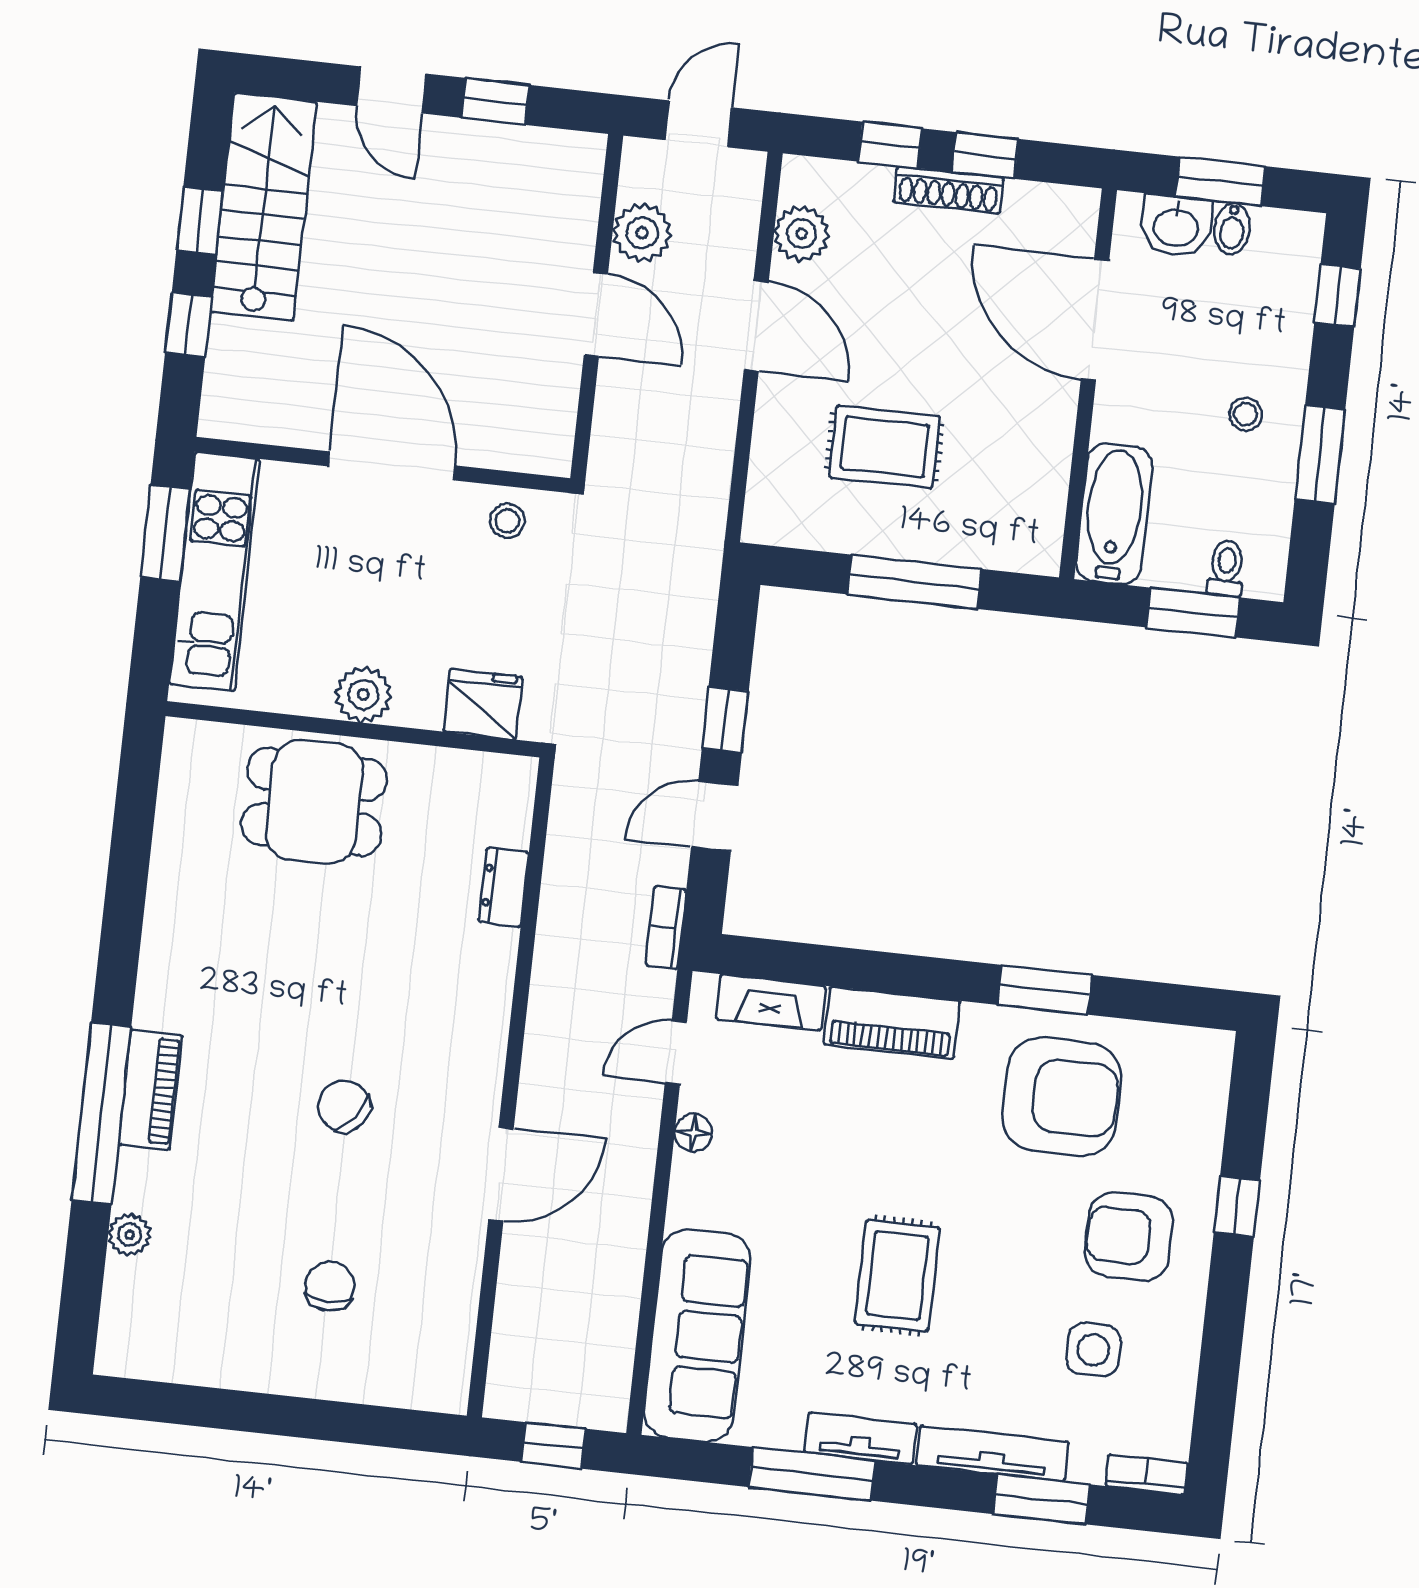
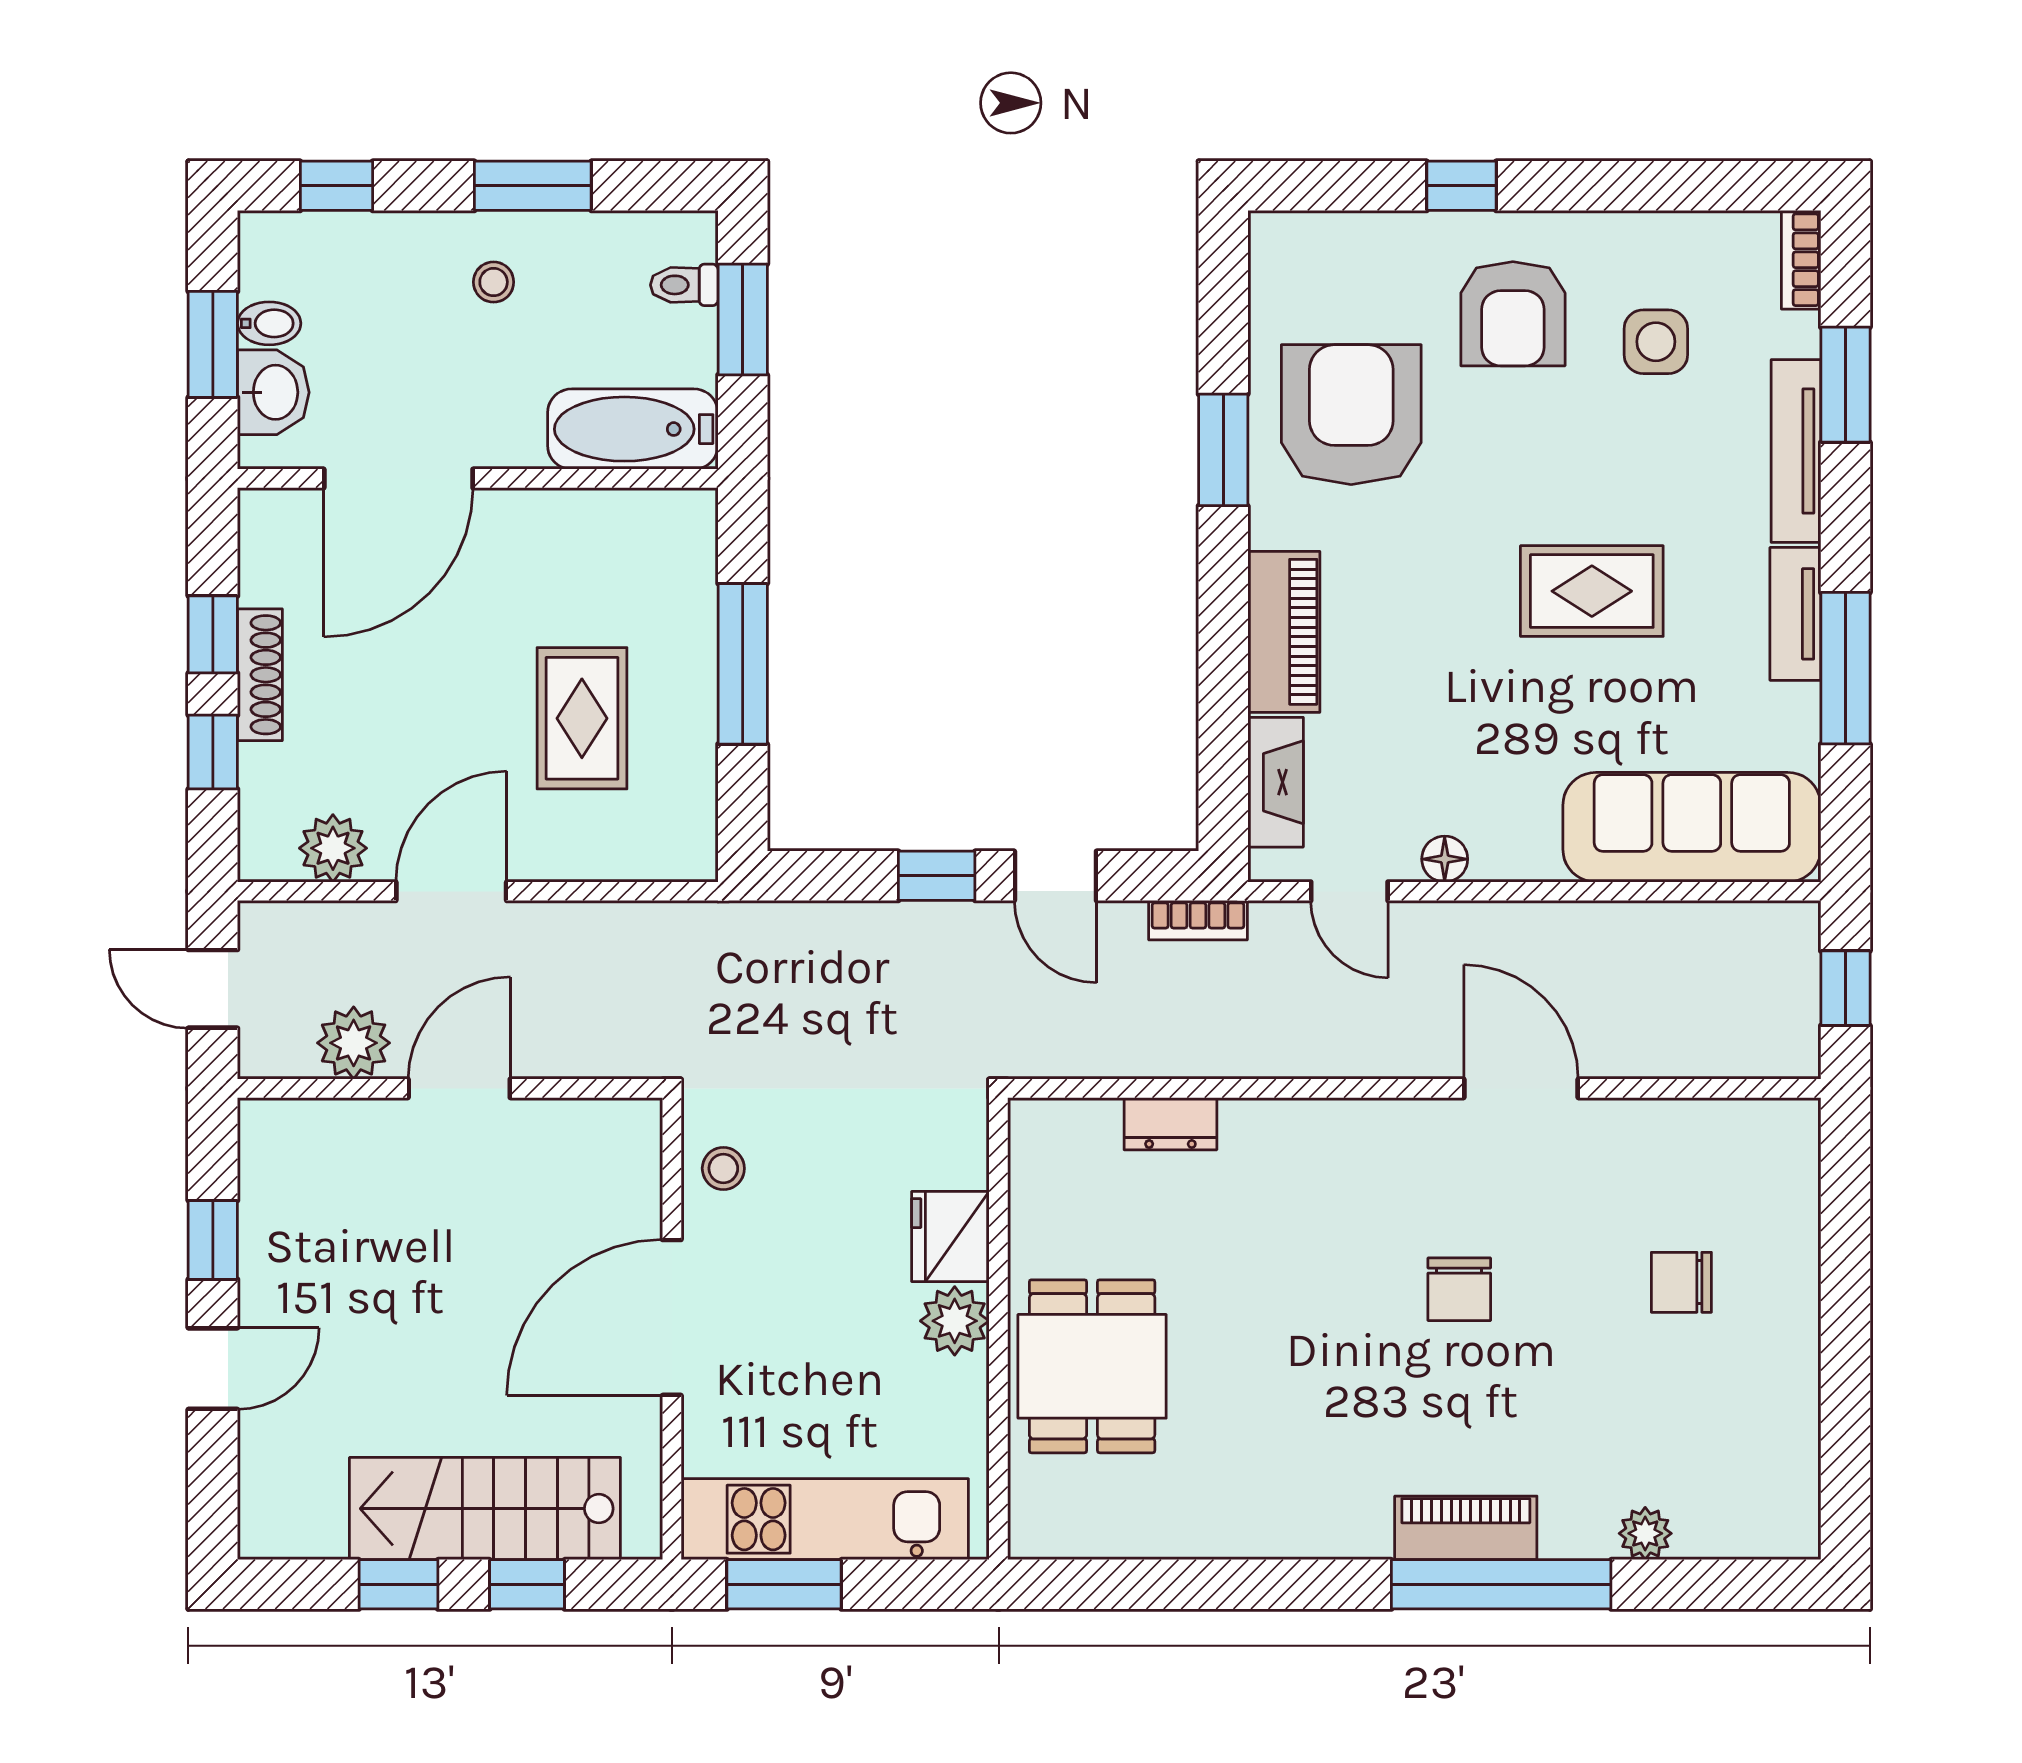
stairs: (263, 207) -> (485, 1509), moved
fridge: (483, 704) -> (950, 1237), moved
chair: (344, 1106) -> (1459, 1289), turned -37

